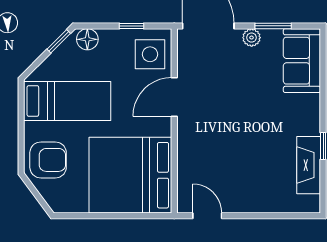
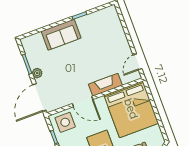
sofa: (302, 61) -> (61, 35), moved
fireplace: (309, 165) -> (105, 85), moved, turned 180

